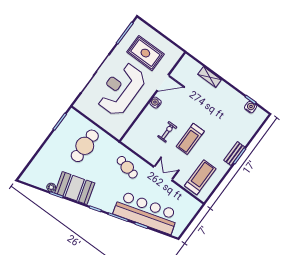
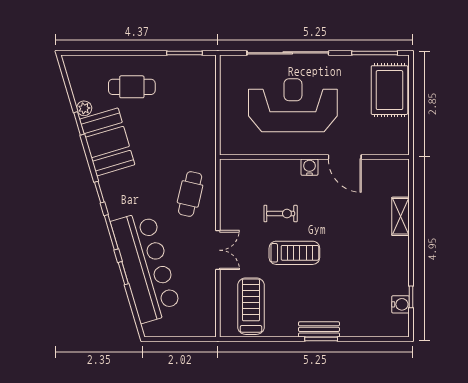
rug: (145, 53) -> (389, 90), moved
treadmill: (190, 139) -> (294, 253), turned 180
cafe table: (85, 146) -> (132, 87), moved, width x0.73, depth x0.74
treadmill: (200, 177) -> (251, 306), turned -90

